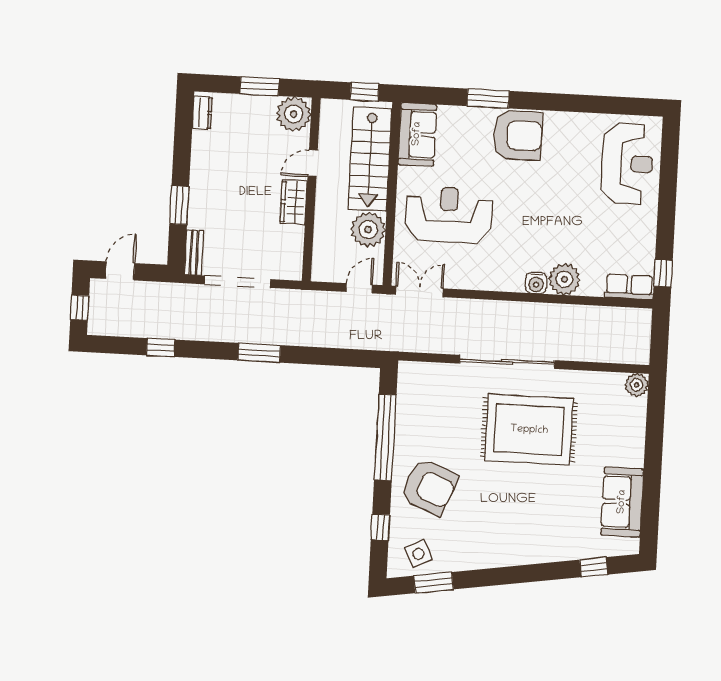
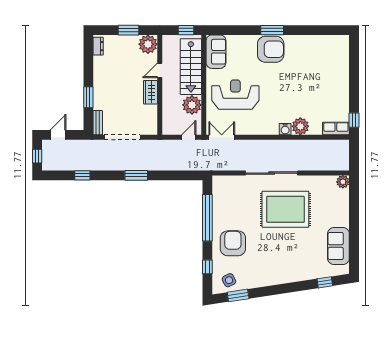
window: (488, 98) -> (272, 30), moved
reception desk: (627, 164) -> (331, 61), removed
armchair: (429, 487) -> (233, 243), turned -113

